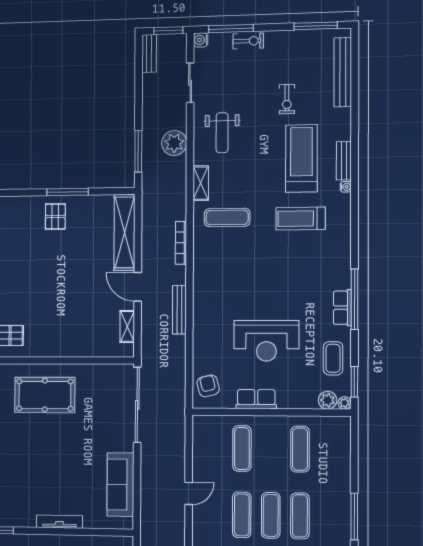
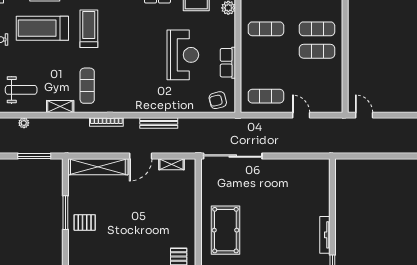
plant: (174, 143) -> (24, 123), width x0.53, depth x0.53
treadmill: (301, 219) -> (89, 29), turned 180
exercise mat: (242, 449) -> (266, 96), moved
sofa: (120, 485) -> (295, 169), removed
exercise mat: (242, 515) -> (317, 74), removed
tv unit: (59, 522) -> (325, 235), moved

